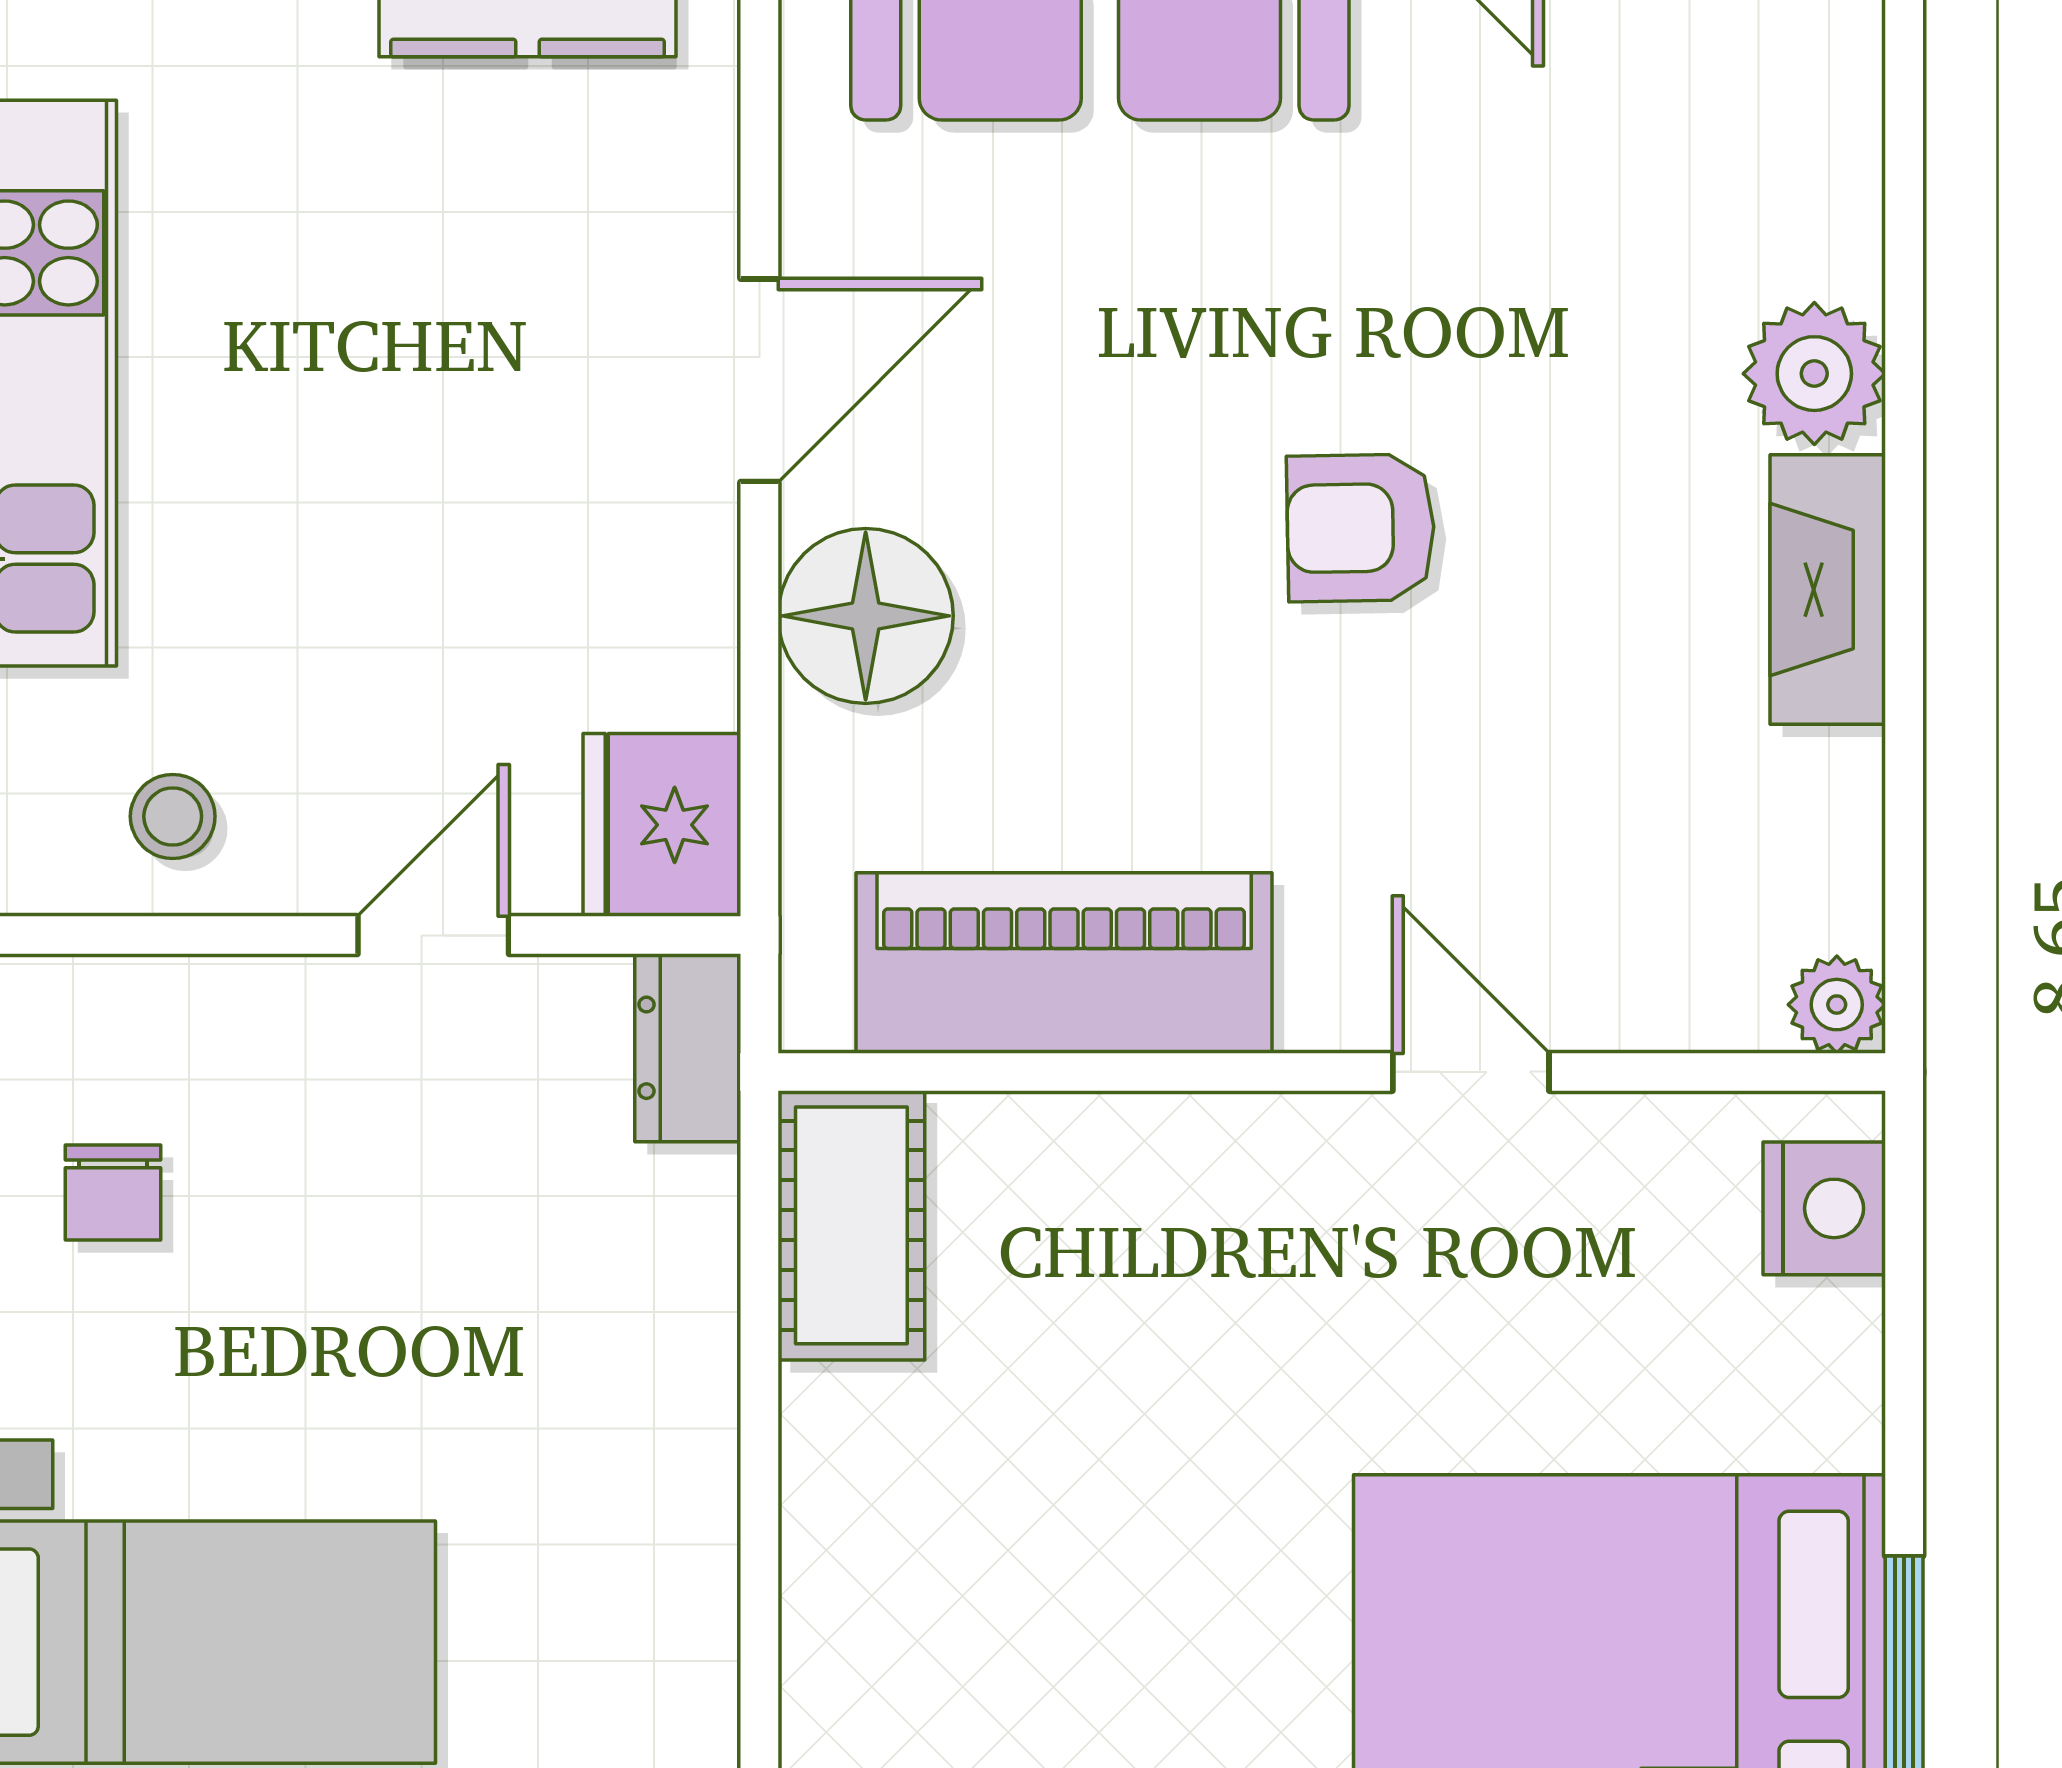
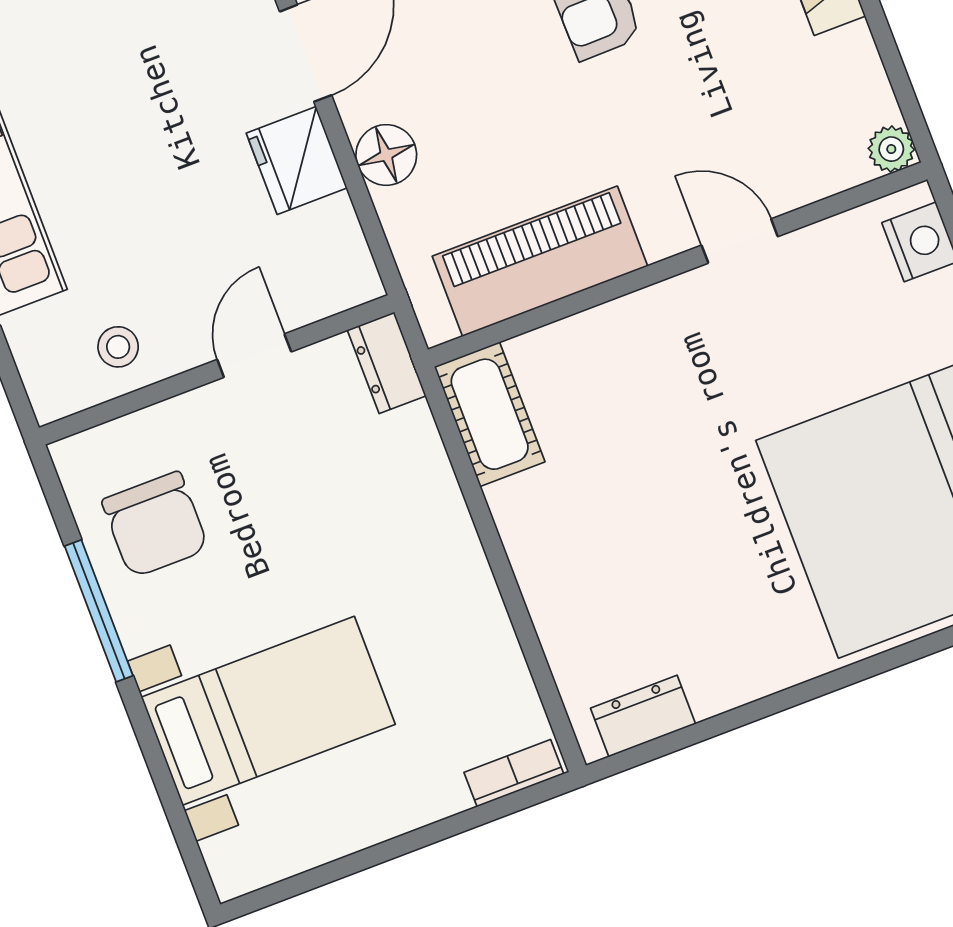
floor lamp: (866, 616) -> (386, 155), width x0.73, depth x0.73
fridge: (662, 825) -> (297, 160), moved
chair: (113, 1193) -> (155, 525), width x1.87, depth x1.87

